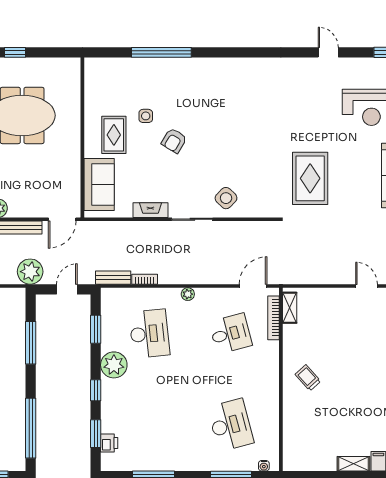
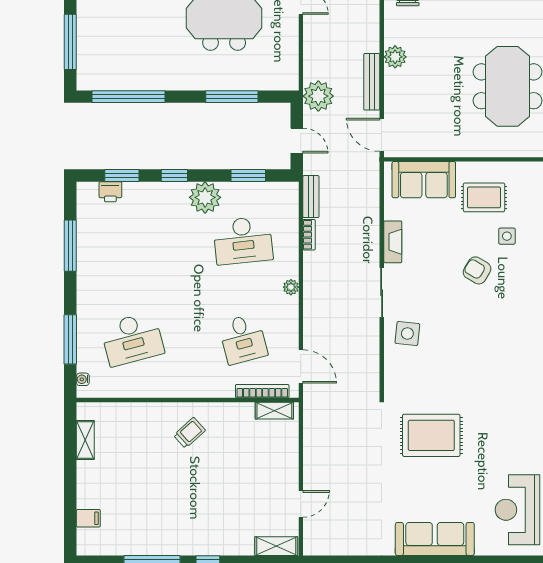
side table: (226, 198) -> (407, 333), turned -38
shelving: (353, 464) -> (85, 440), moved

